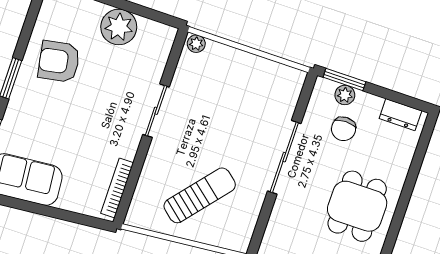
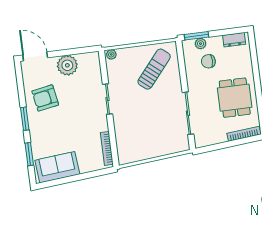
chair: (344, 129) -> (208, 61), turned 90
sliding door: (284, 157) -> (188, 113), moved
sun lounger: (200, 195) -> (154, 69), moved

